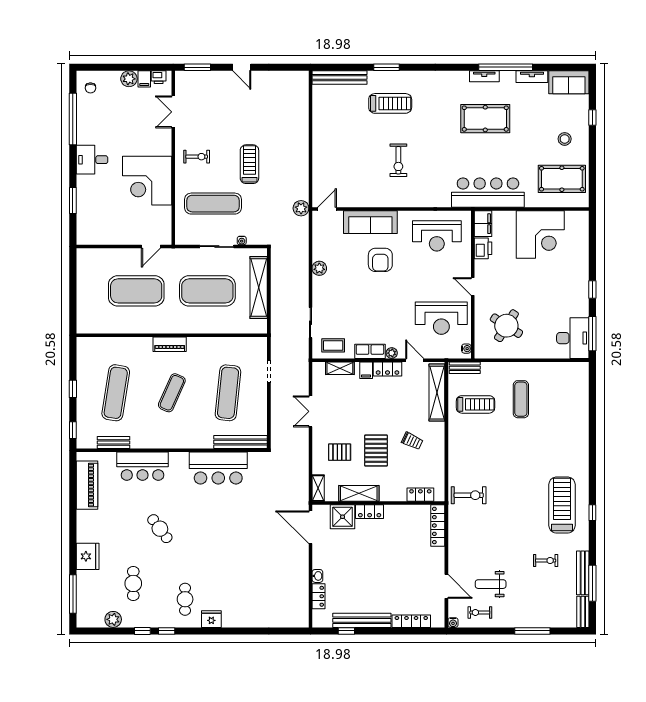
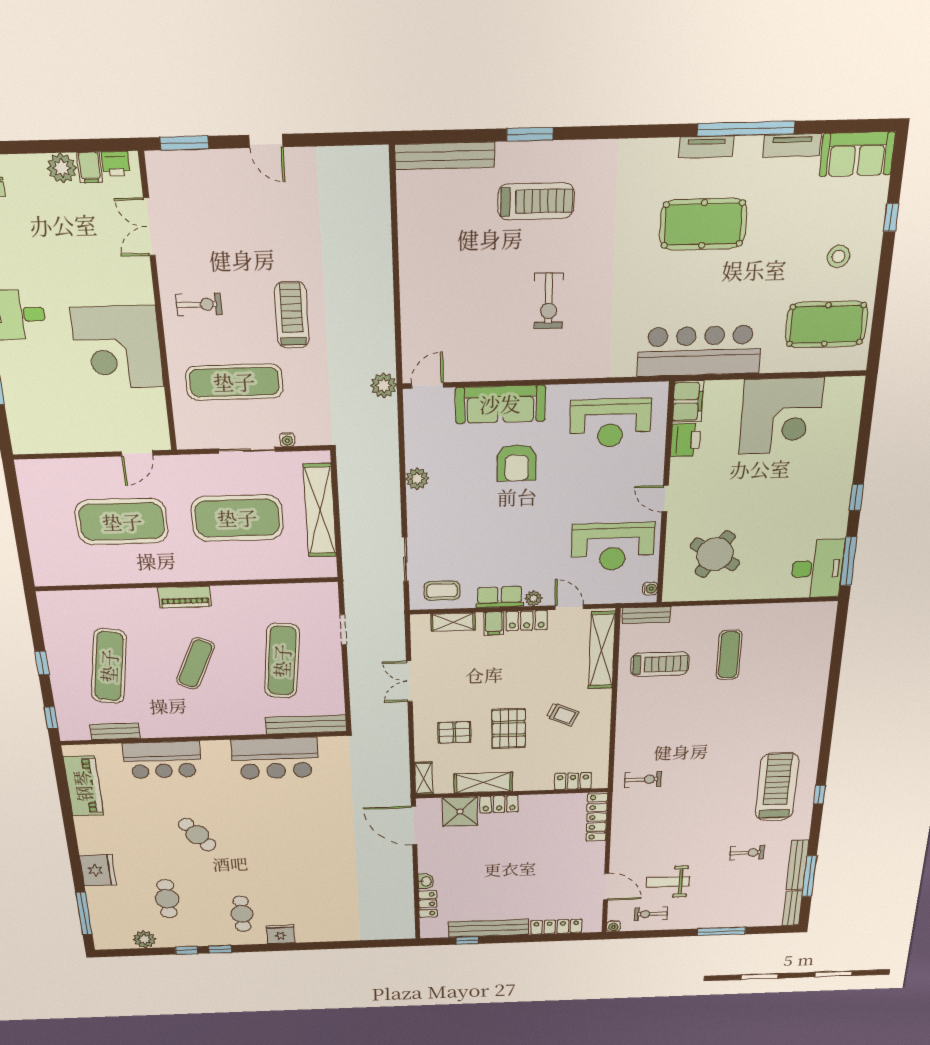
exercise bike: (469, 495) -> (643, 780), width x0.73, depth x0.72

